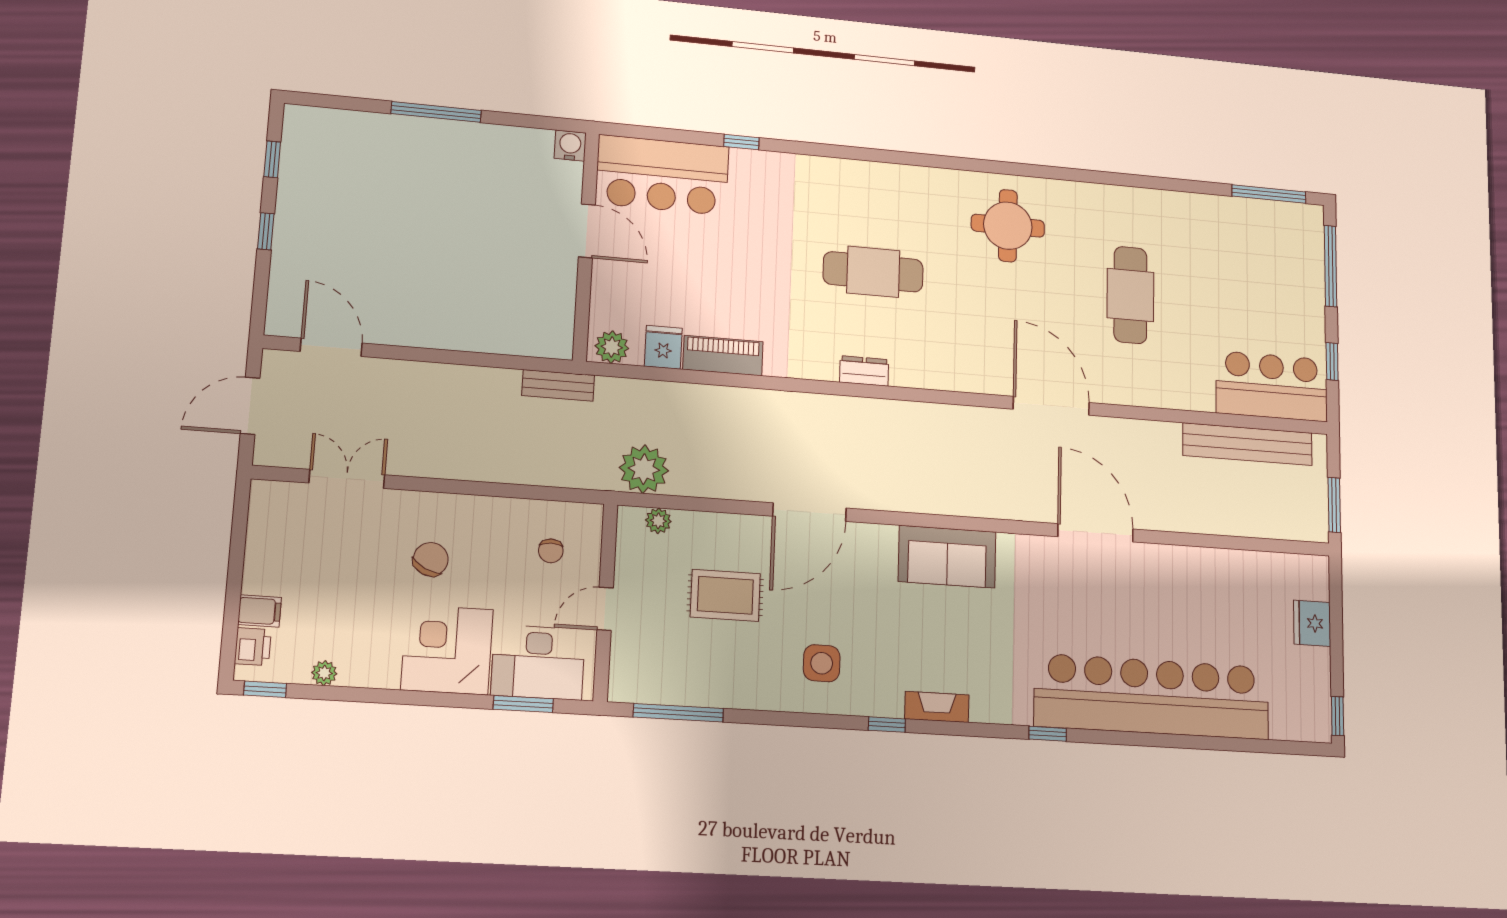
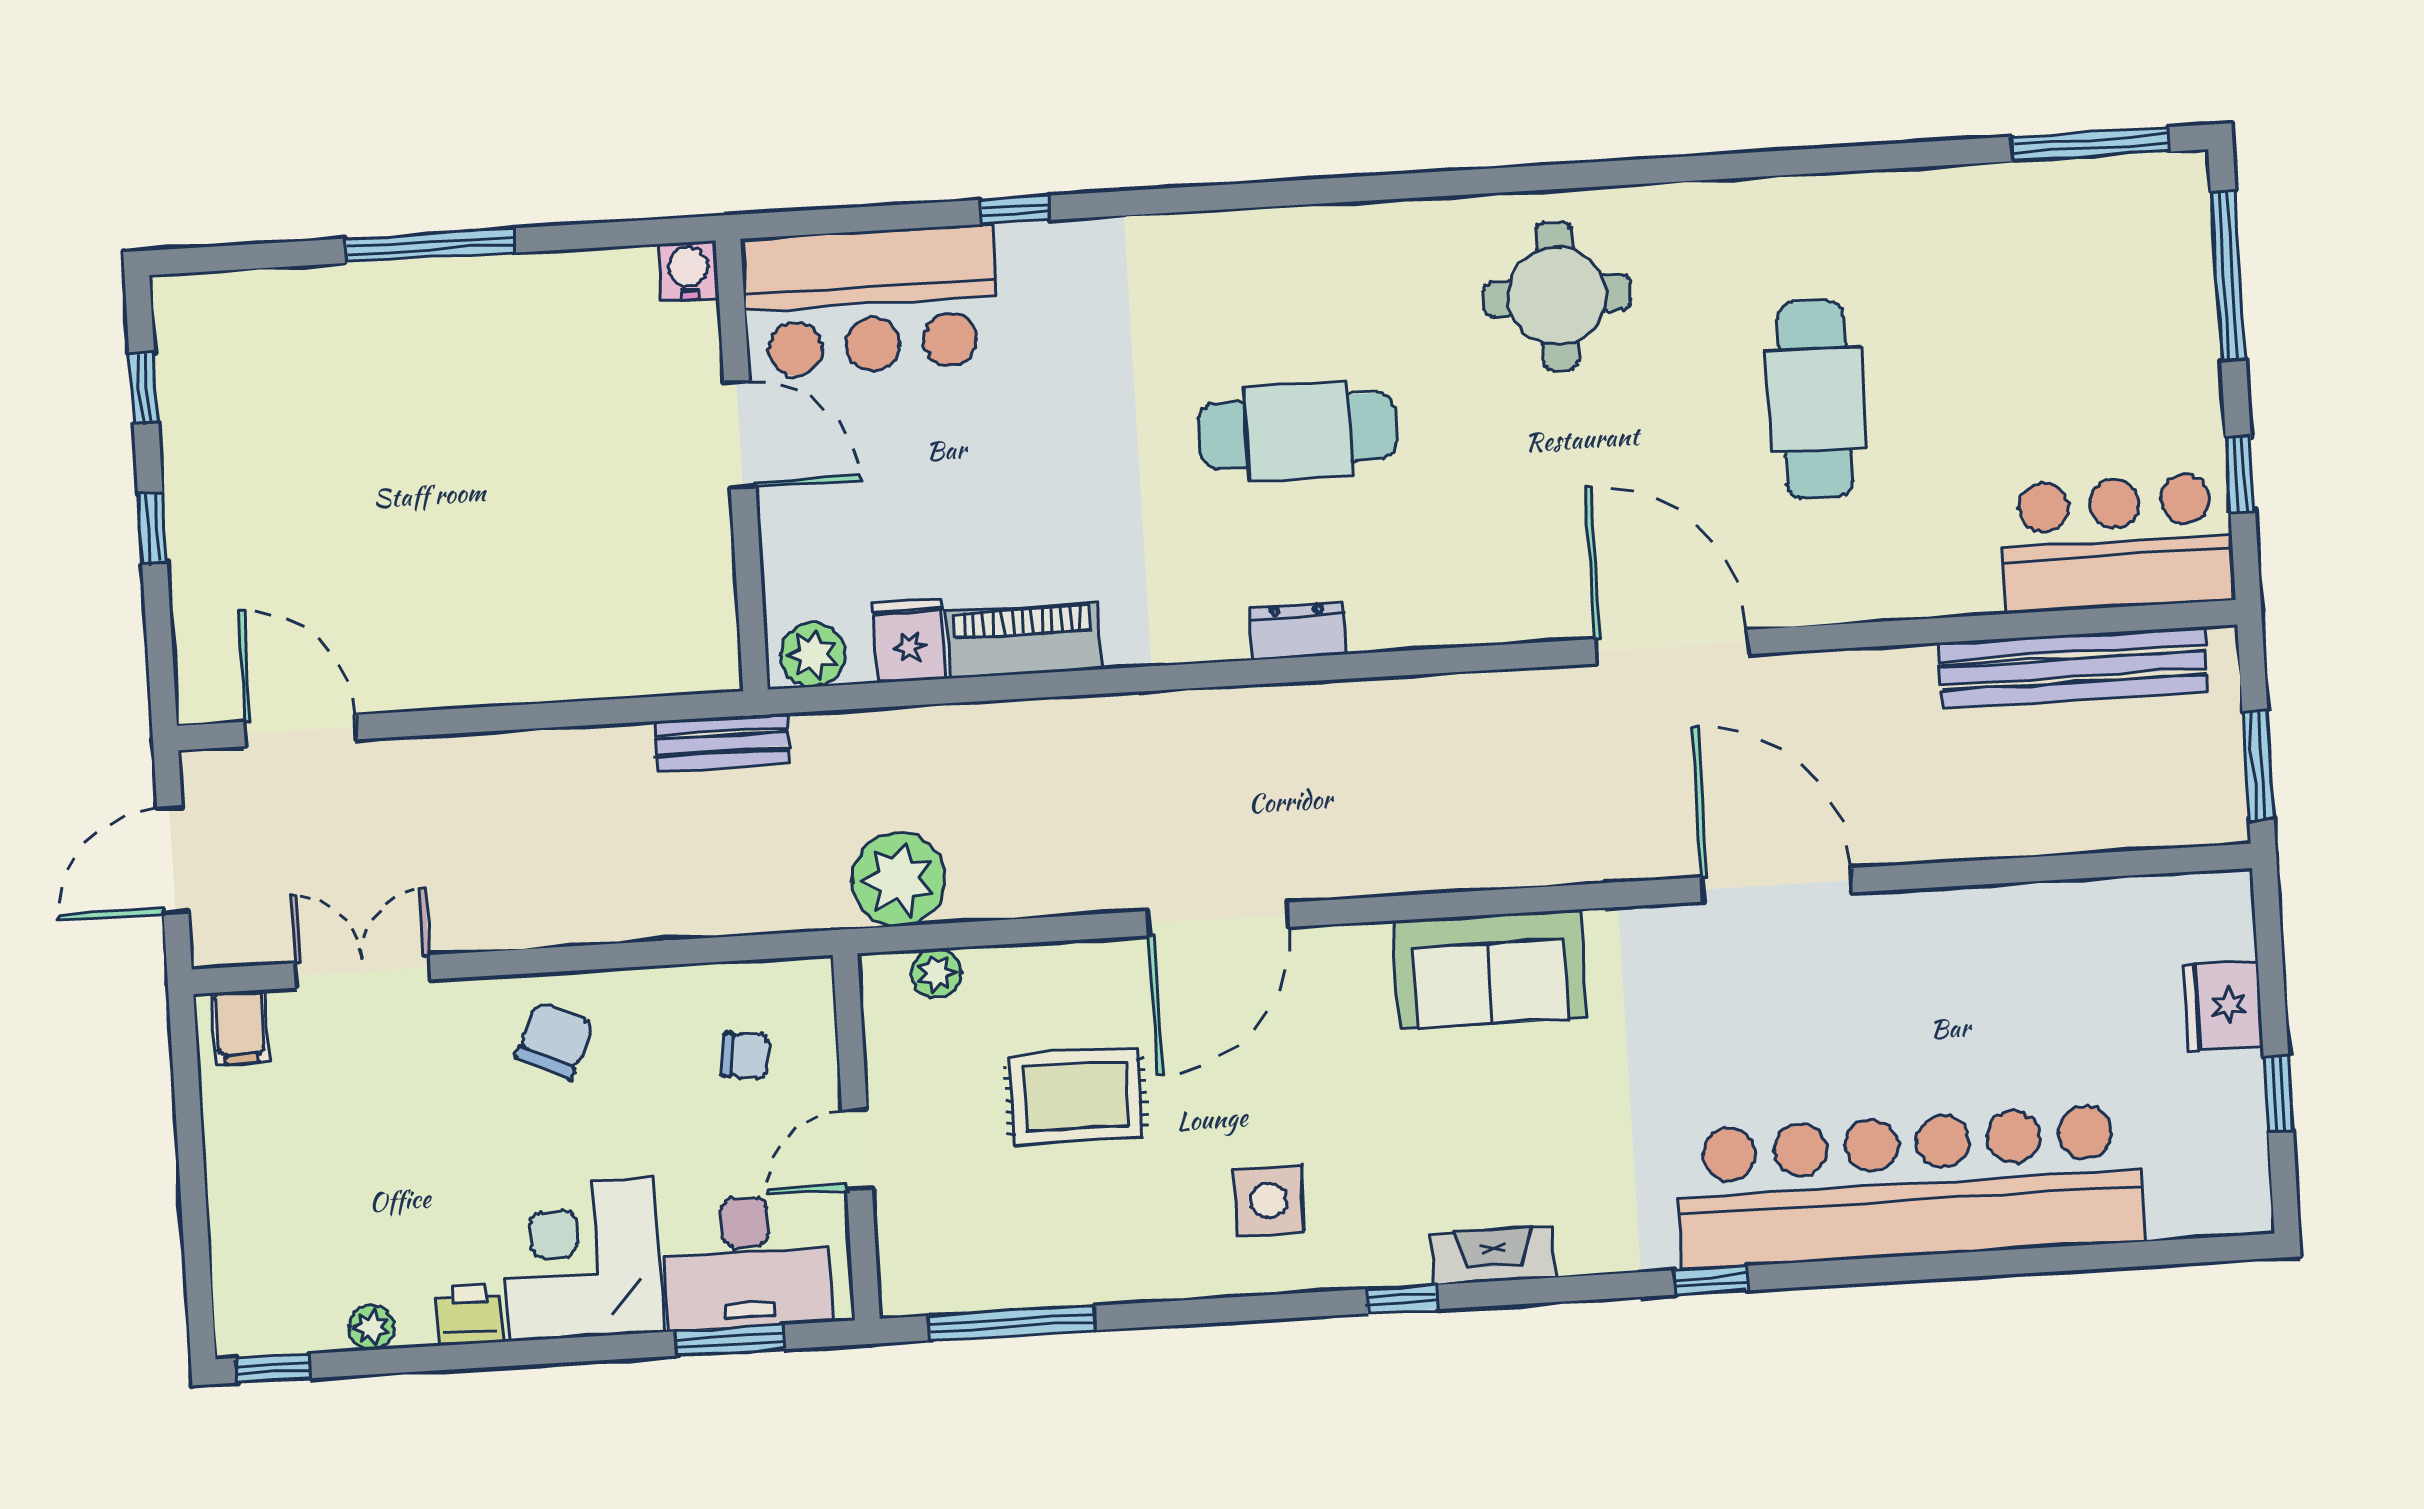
chair: (551, 551) -> (745, 1055), turned -84
chair: (431, 559) -> (555, 1040), moved
filing cabinet: (260, 611) -> (240, 1027), moved, turned 90
printer: (253, 647) -> (469, 1314), moved, turned -90
window: (1338, 716) -> (2278, 1094), moved

